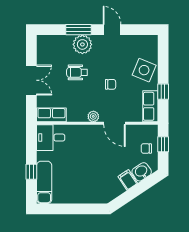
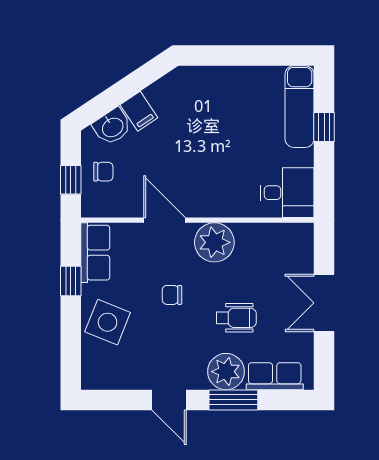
row of seats: (51, 115) -> (275, 376), moved, turned 180
plant: (93, 116) -> (214, 242), width x1.87, depth x1.87

